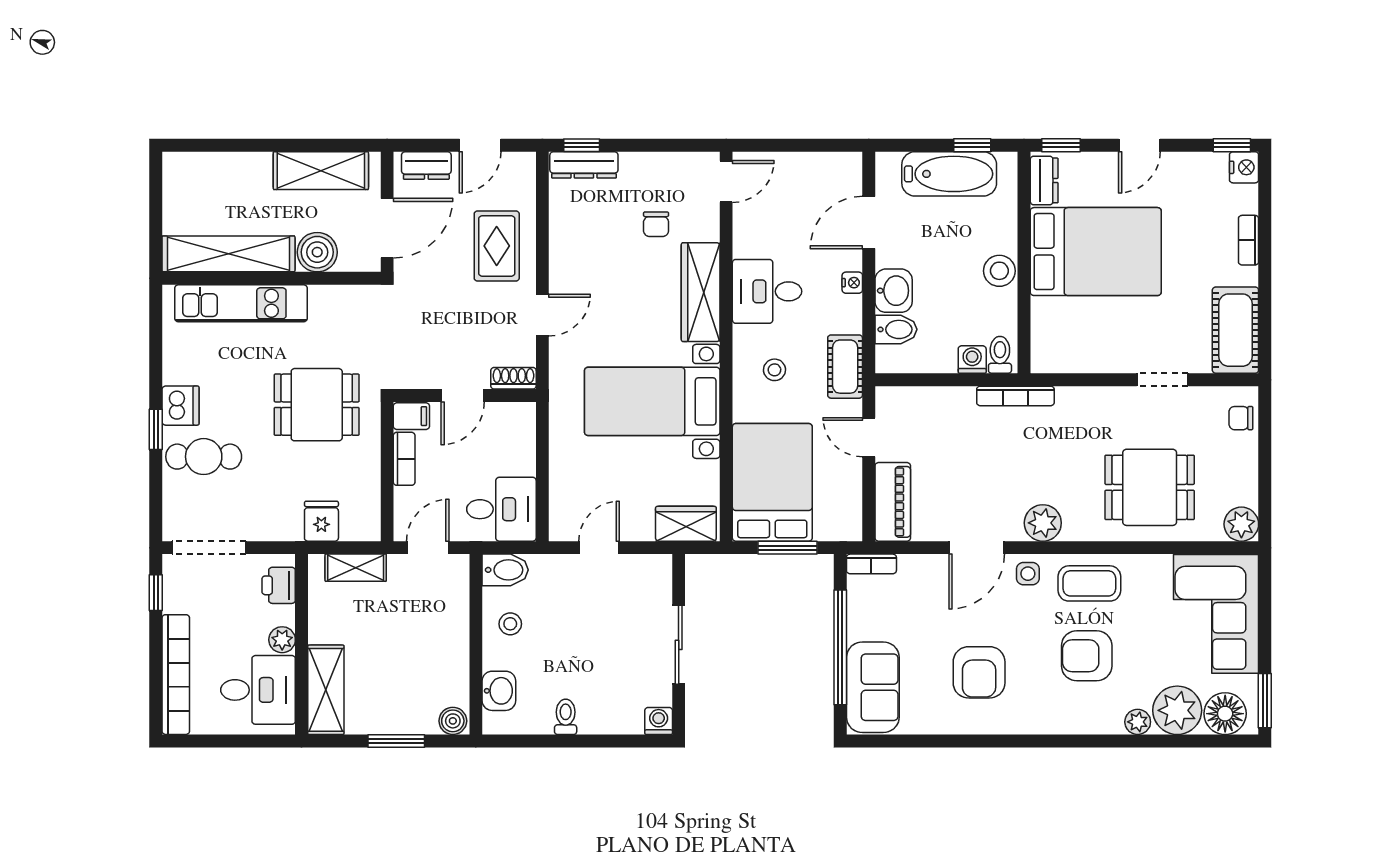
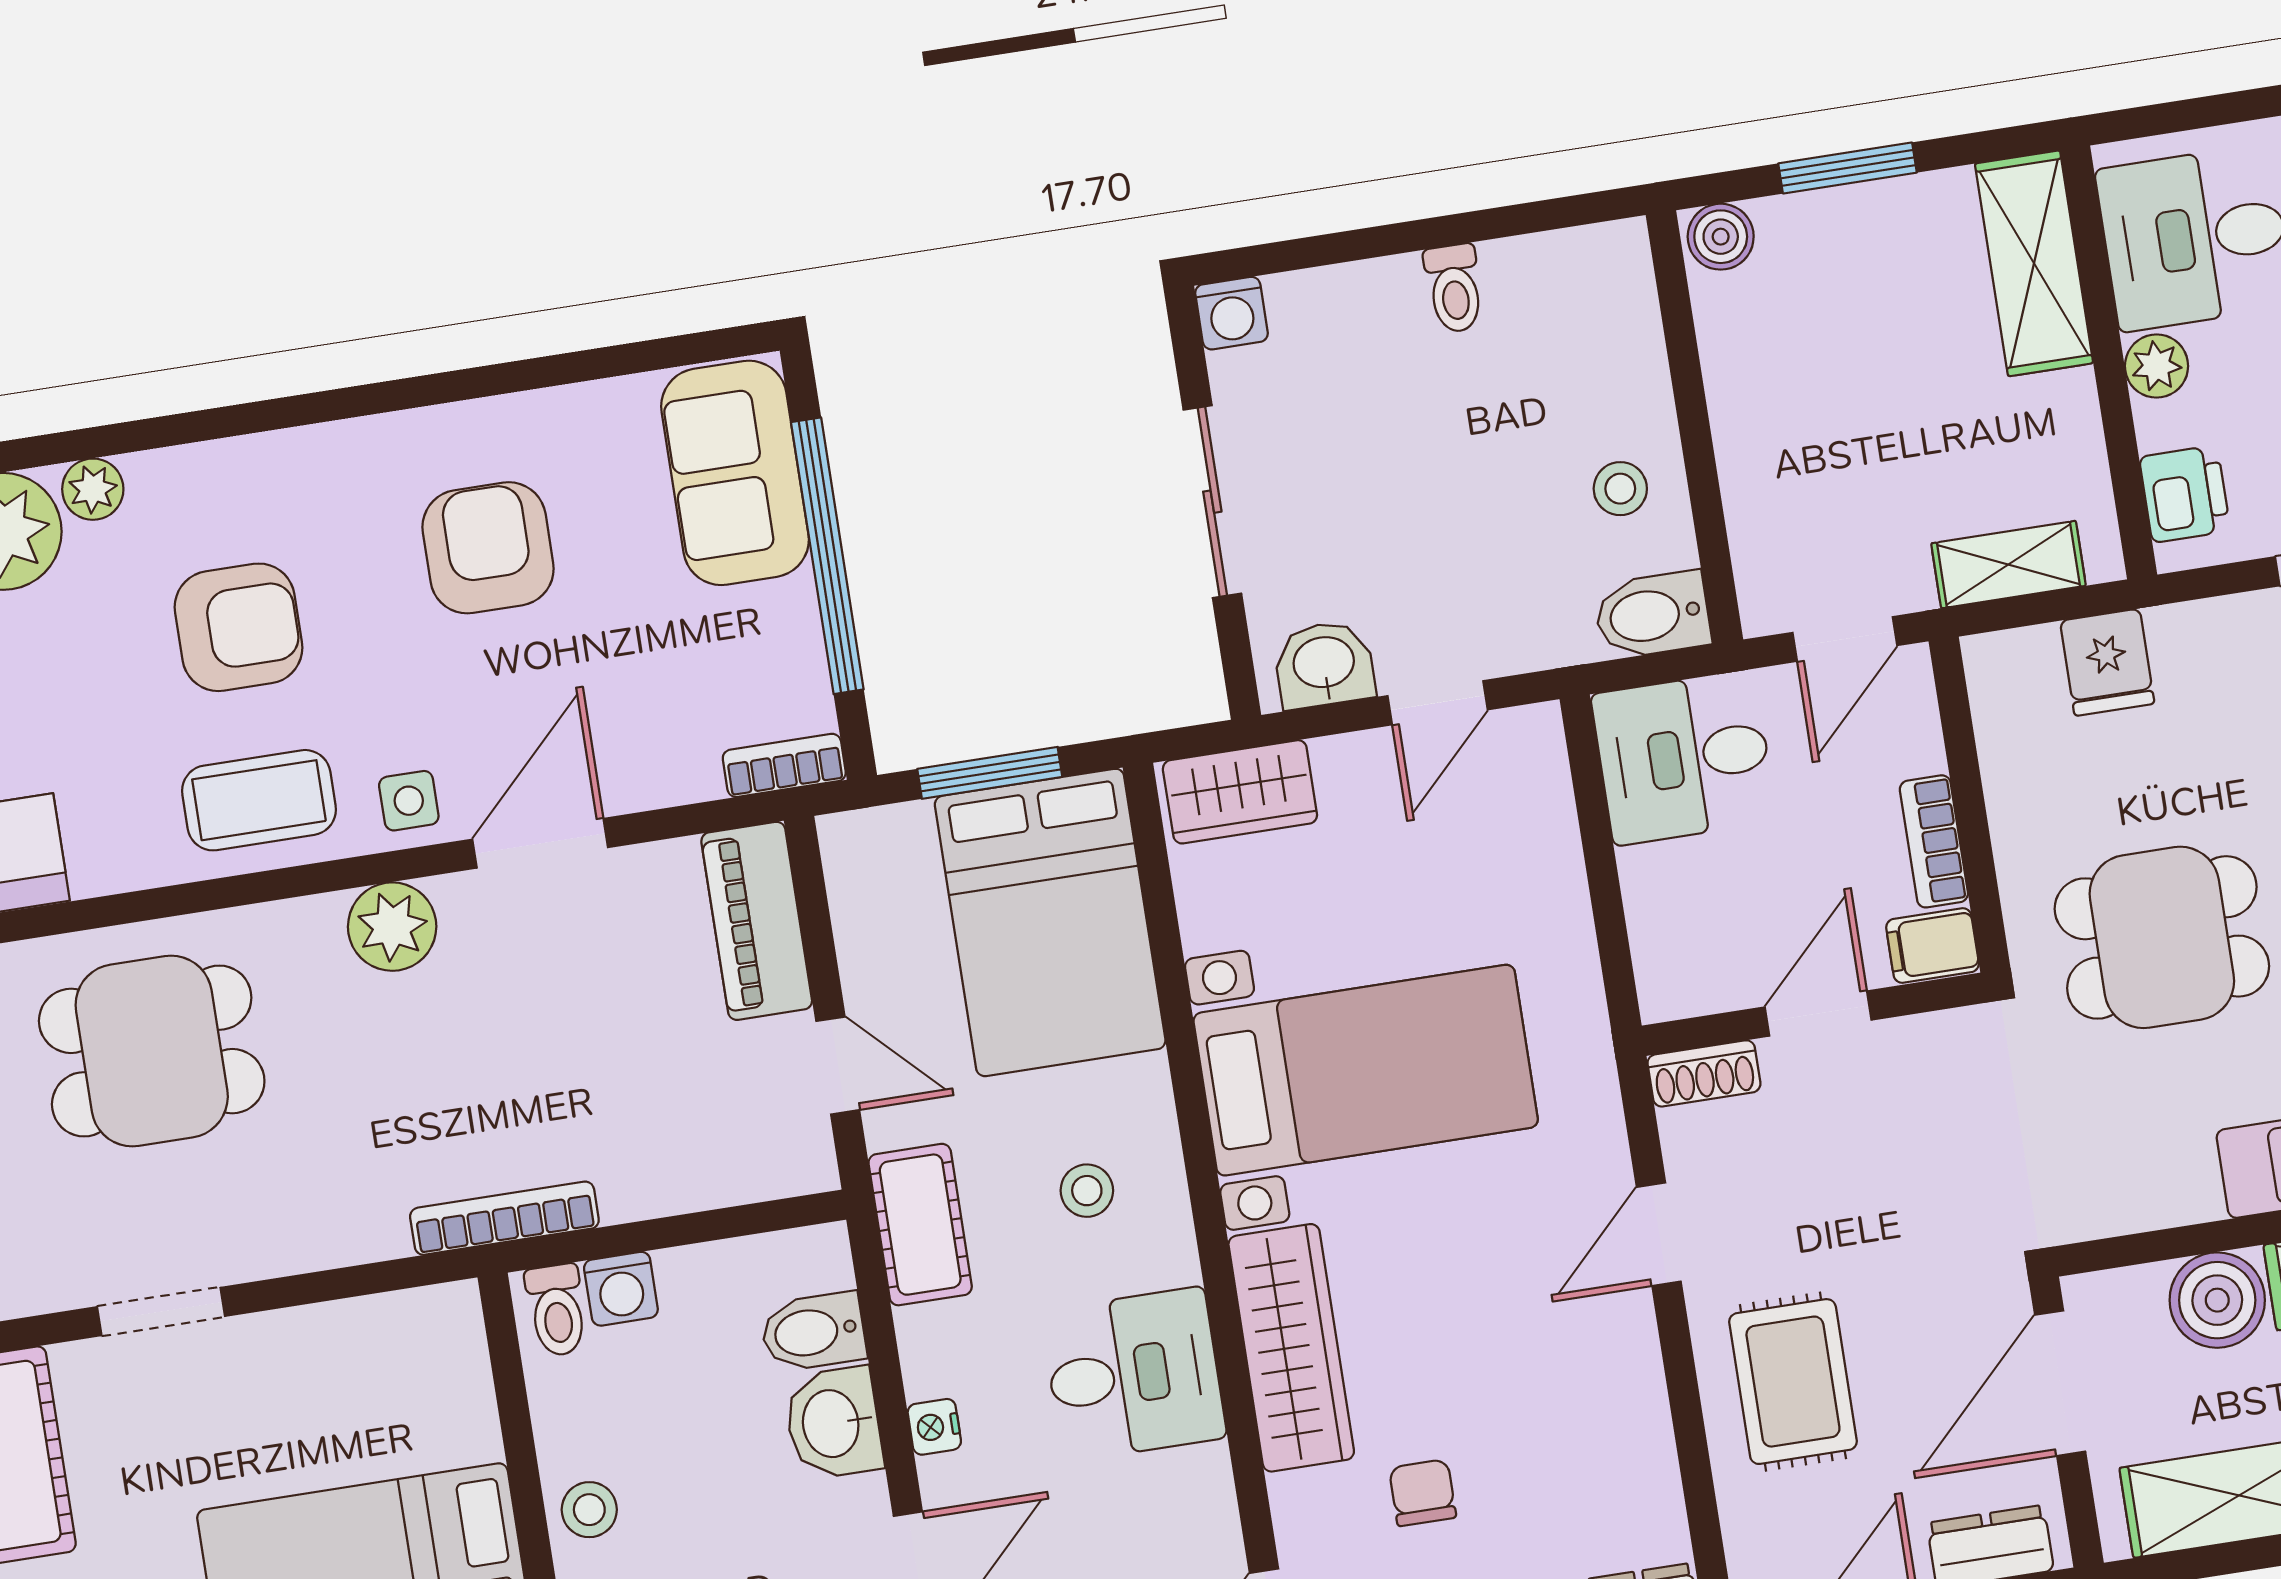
stool: (999, 271) -> (589, 1510), width x0.73, depth x0.73
washbasin: (499, 691) -> (1324, 664), moved, turned 90

